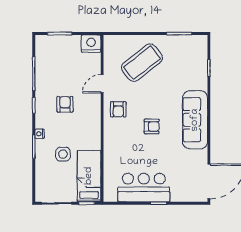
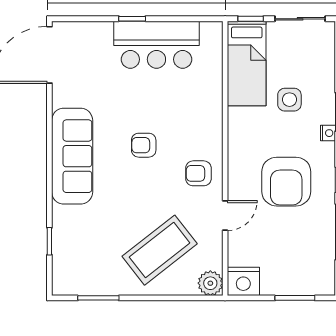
plant: (111, 43) -> (210, 283), added
armchair: (65, 104) -> (286, 182), width x1.88, depth x1.88
armchair: (118, 109) -> (198, 173), turned -90

